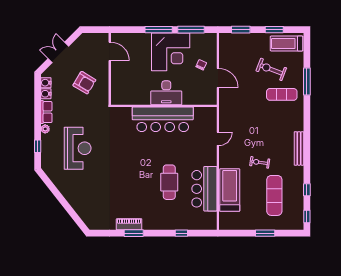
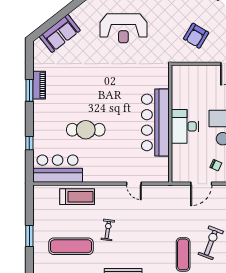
bar counter: (204, 189) -> (58, 169), moved
treadmill: (230, 190) -> (77, 197), width x0.73, depth x0.73
sofa: (82, 206) -> (60, 33), added

